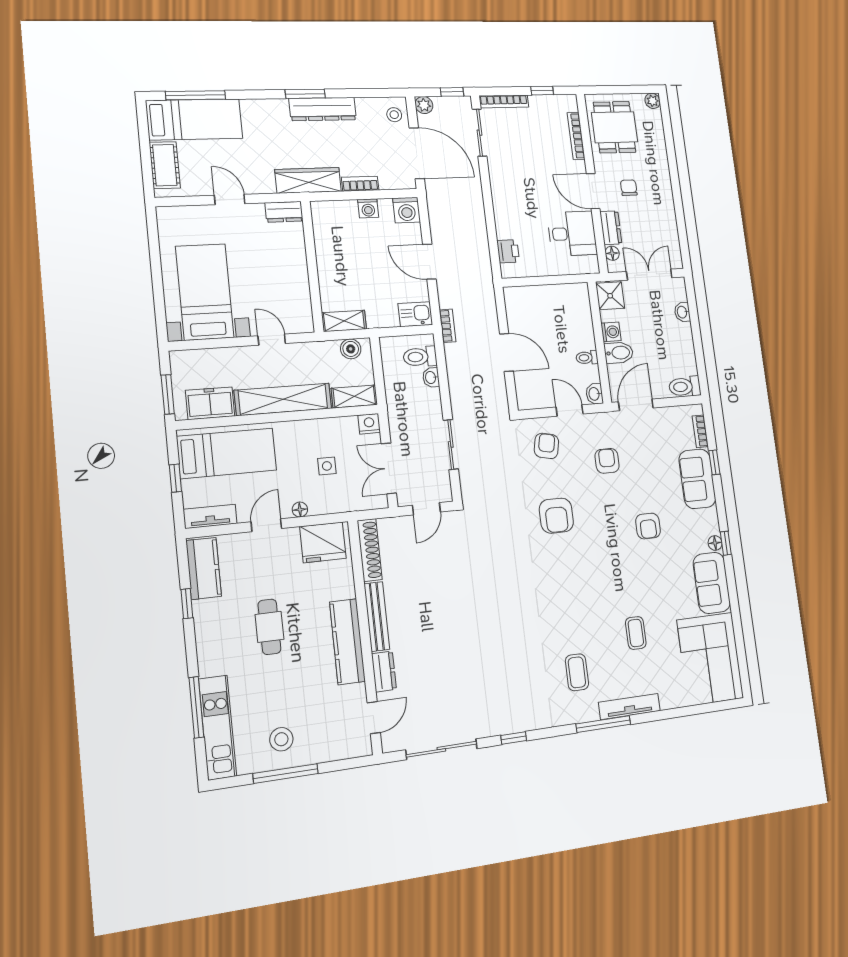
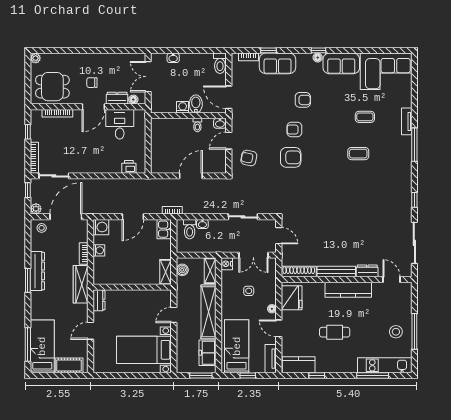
shower: (610, 296) -> (160, 105), removed
armchair: (607, 461) -> (294, 129), moved
coffee table: (577, 672) -> (358, 154), moved
tv unit: (629, 707) -> (407, 121), width x0.71

